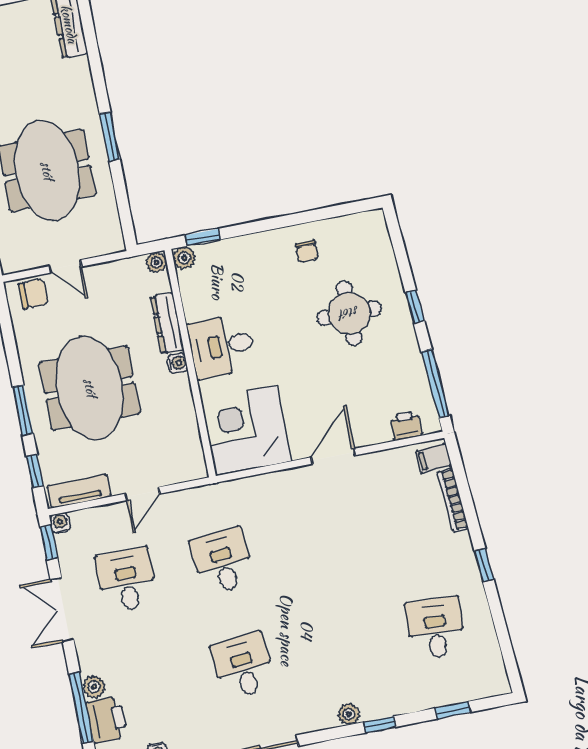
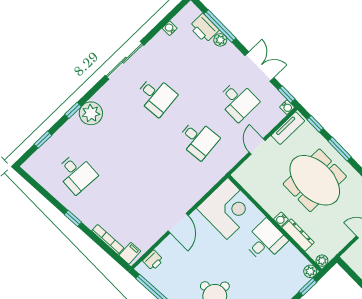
plant: (349, 714) -> (91, 113), width x1.88, depth x1.88

